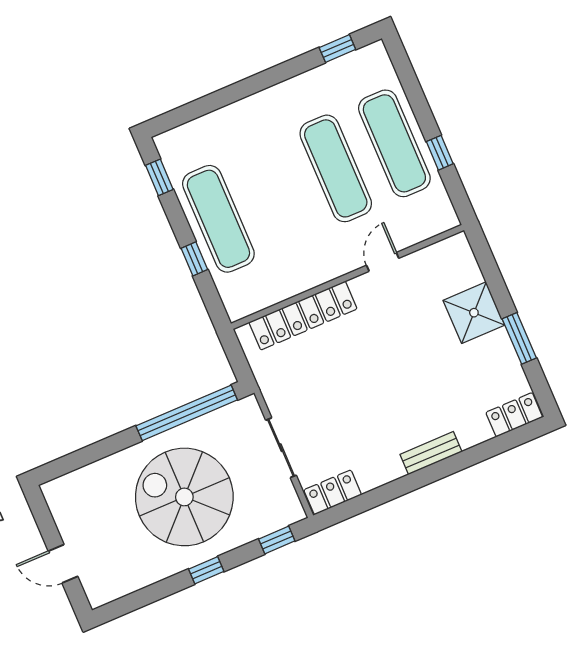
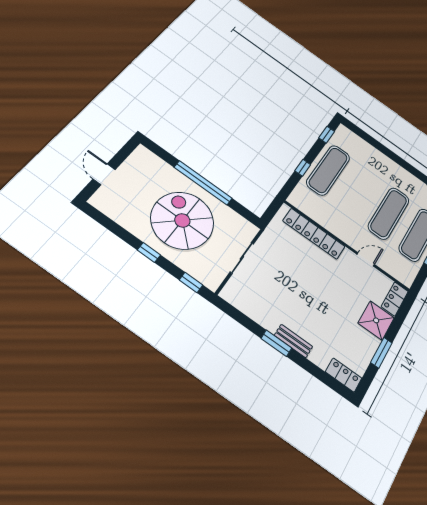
window: (187, 413) -> (203, 183), moved
window: (420, 479) -> (276, 343), added
locker: (333, 492) -> (395, 299), moved, turned -90

